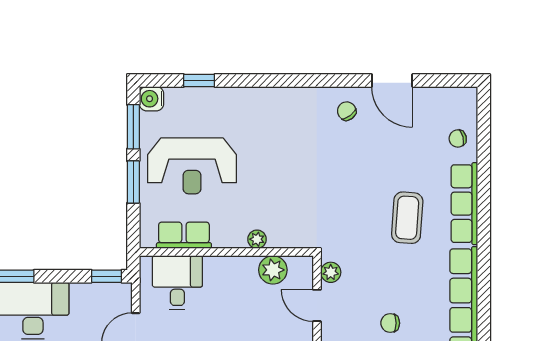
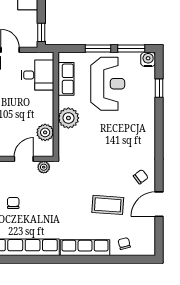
reception desk: (192, 166) -> (108, 84), turned 180
coffee table: (407, 218) -> (108, 205), moved
plant: (257, 239) -> (68, 118), width x1.88, depth x1.88

